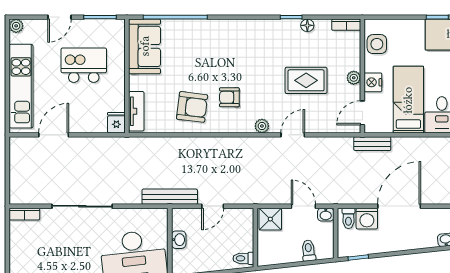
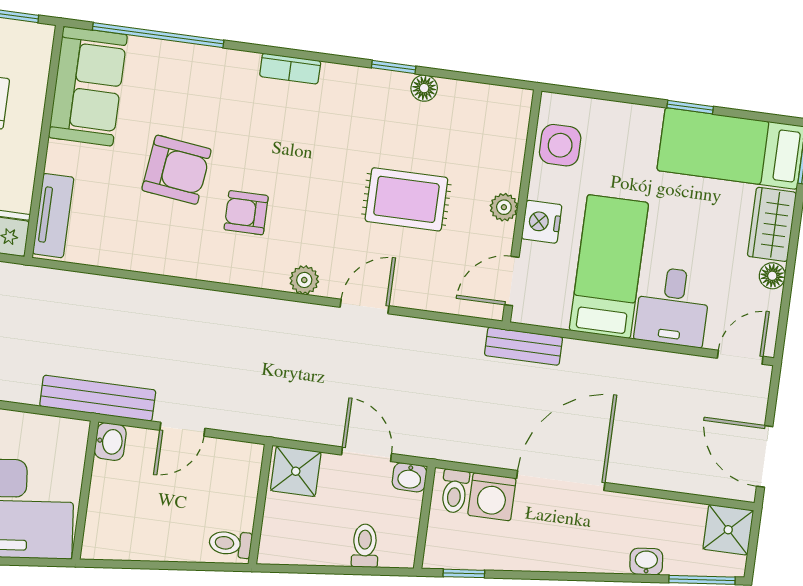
bookcase: (346, 25) -> (290, 69), moved
armchair: (192, 107) -> (177, 170), moved
washbasin: (179, 240) -> (110, 442), moved

